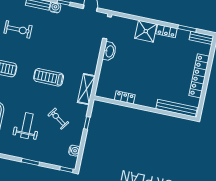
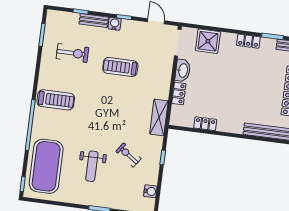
shower: (146, 31) -> (208, 41), moved
locker: (105, 70) -> (179, 94), added
treadmill: (49, 77) -> (120, 67), moved
weight bench: (27, 126) -> (92, 166), turned 180

